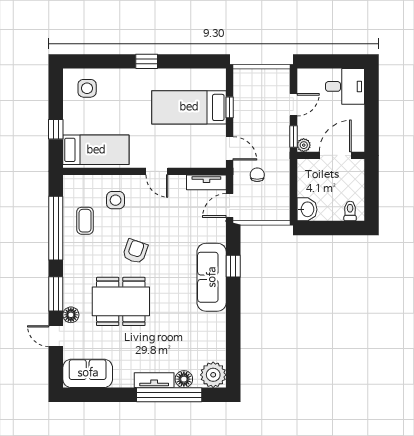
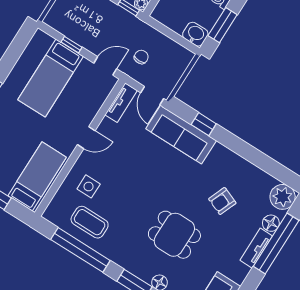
chair: (257, 175) -> (141, 57), turned 90
coffee table: (85, 221) -> (90, 222), width x1.36, depth x1.30
window: (330, 228) -> (223, 25), added
armchair: (135, 251) -> (222, 201), moved, turned -87
sofa: (212, 277) -> (181, 135), moved
dining table: (121, 301) -> (174, 235), width x0.73

